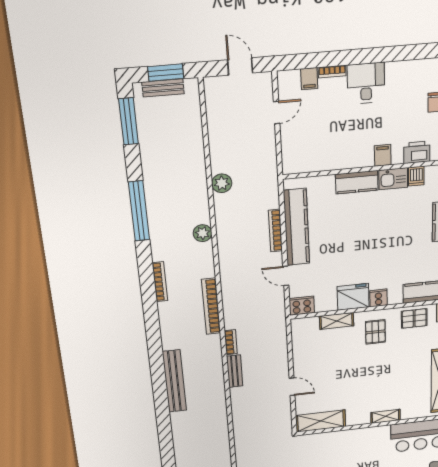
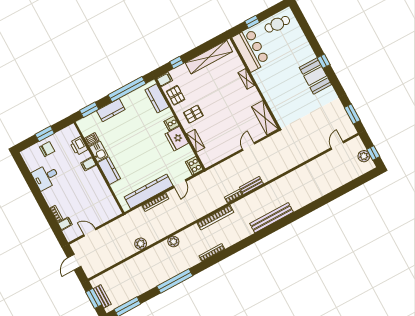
desk: (366, 83) -> (46, 177), moved

